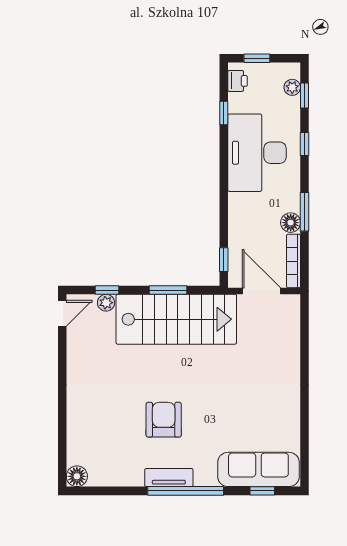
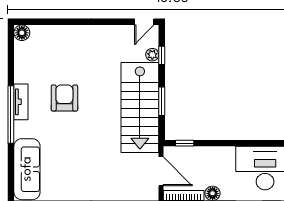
door: (261, 291) -> (161, 171), hinge flipped
door: (62, 313) -> (144, 22), hinge flipped
armchair: (164, 420) -> (64, 98), turned -90
window: (262, 491) -> (11, 172), removed

